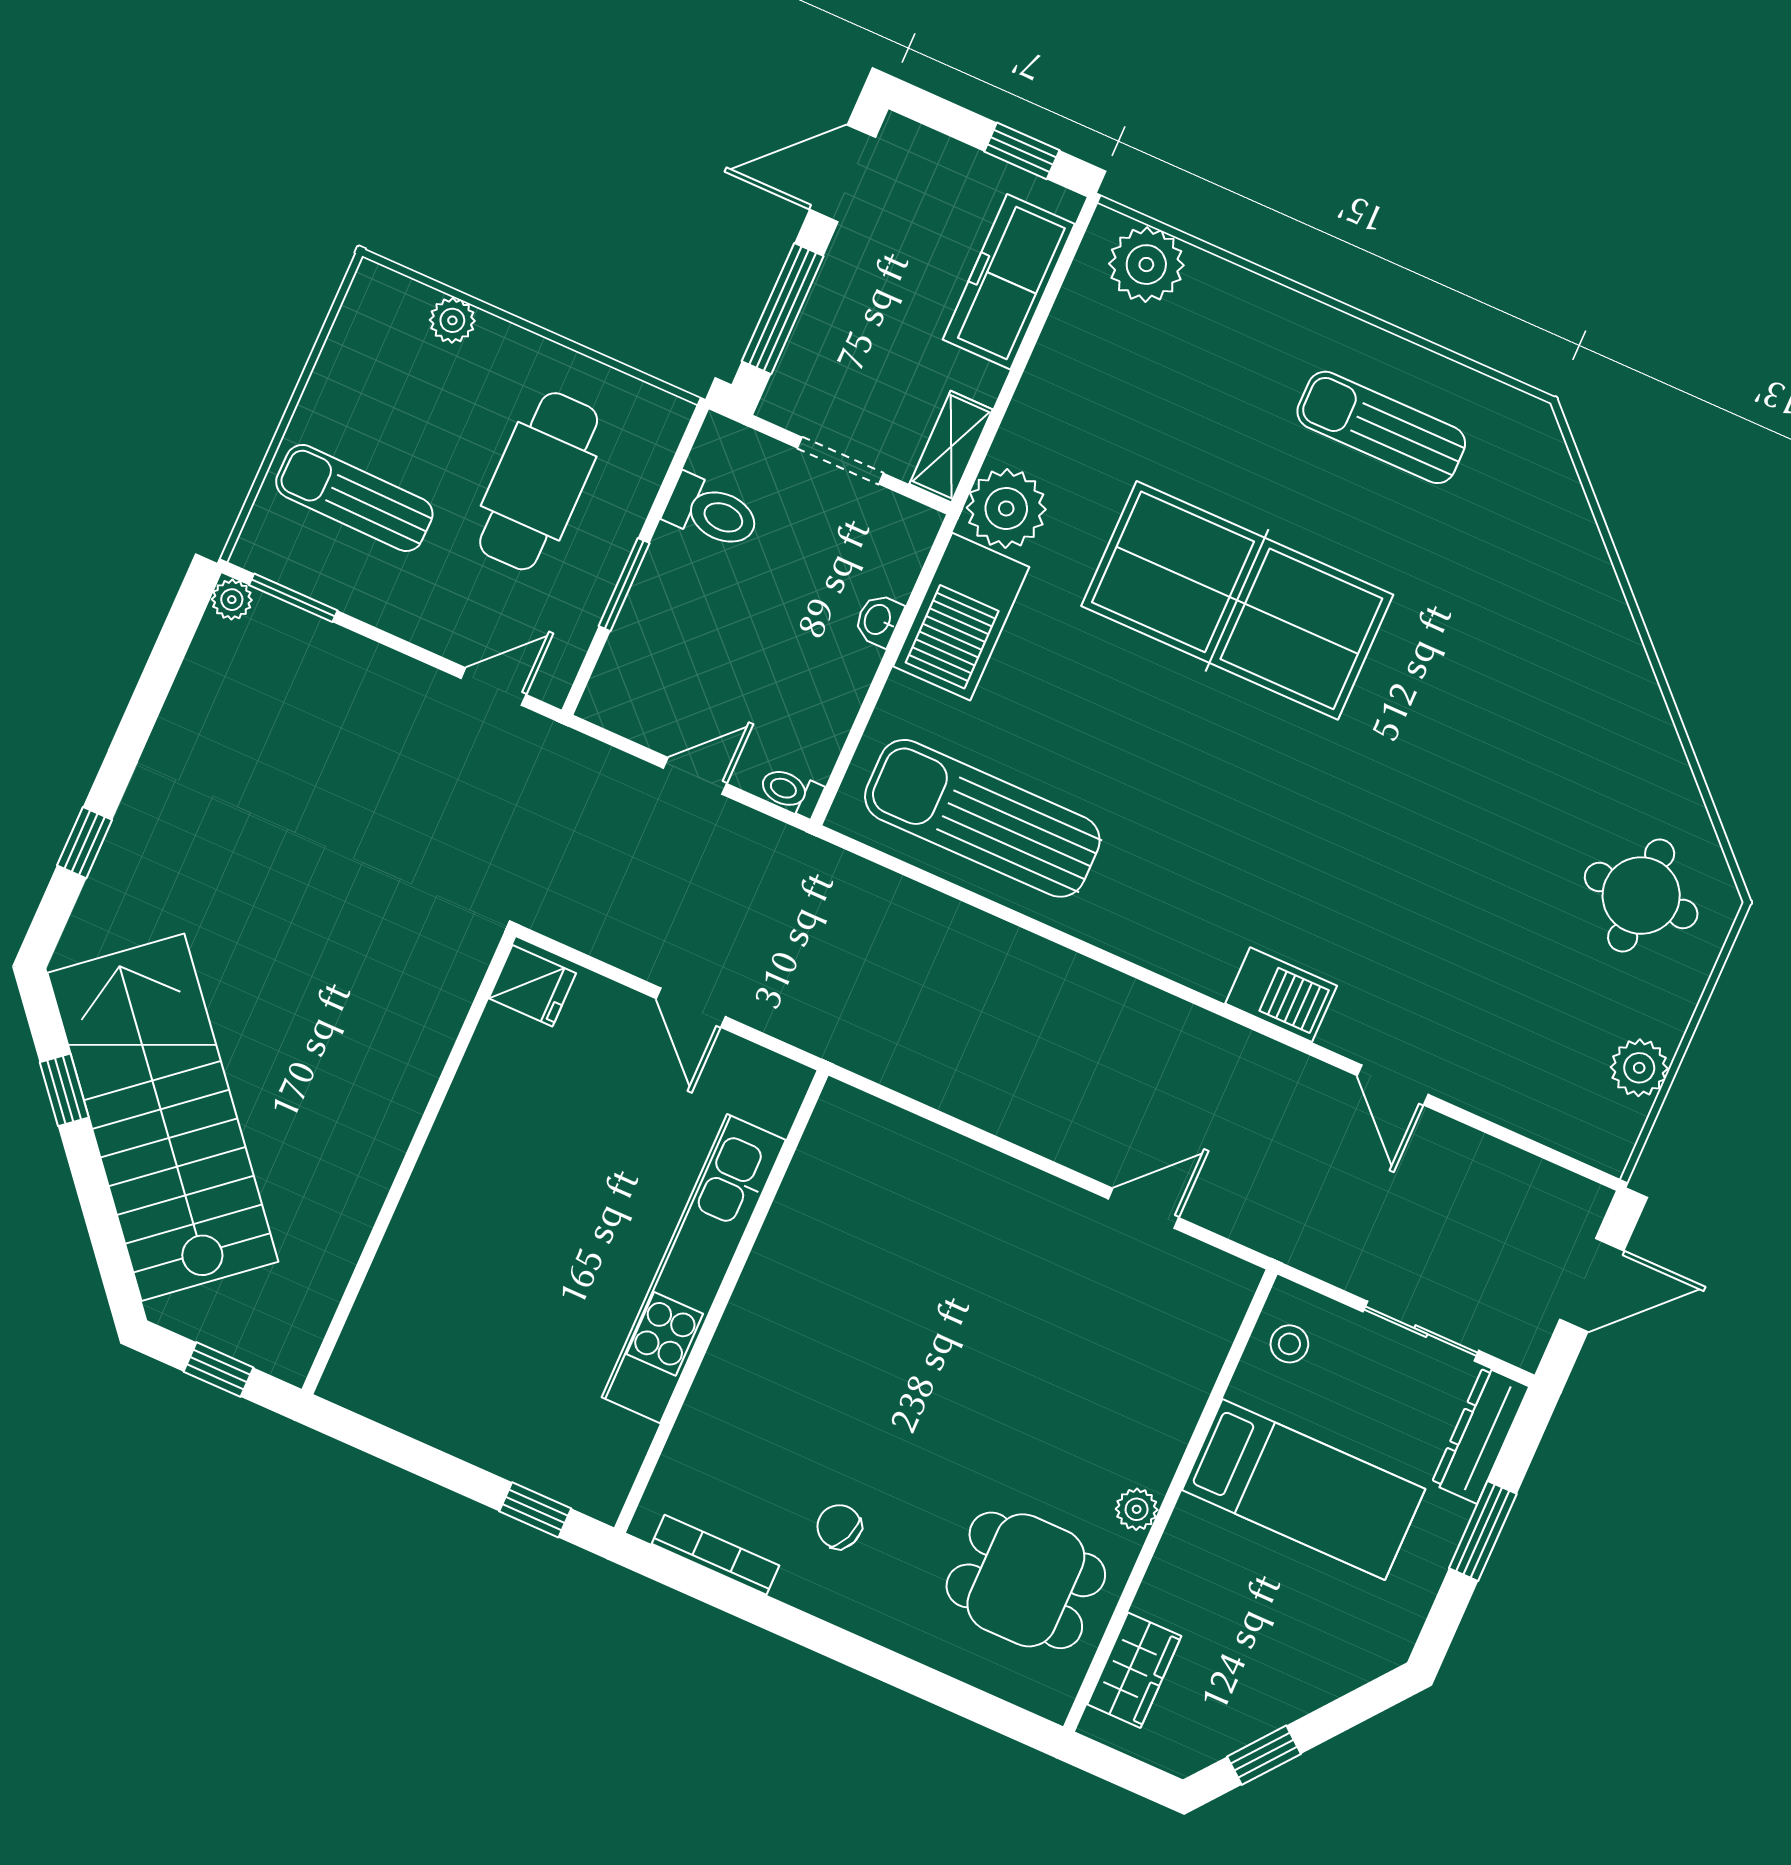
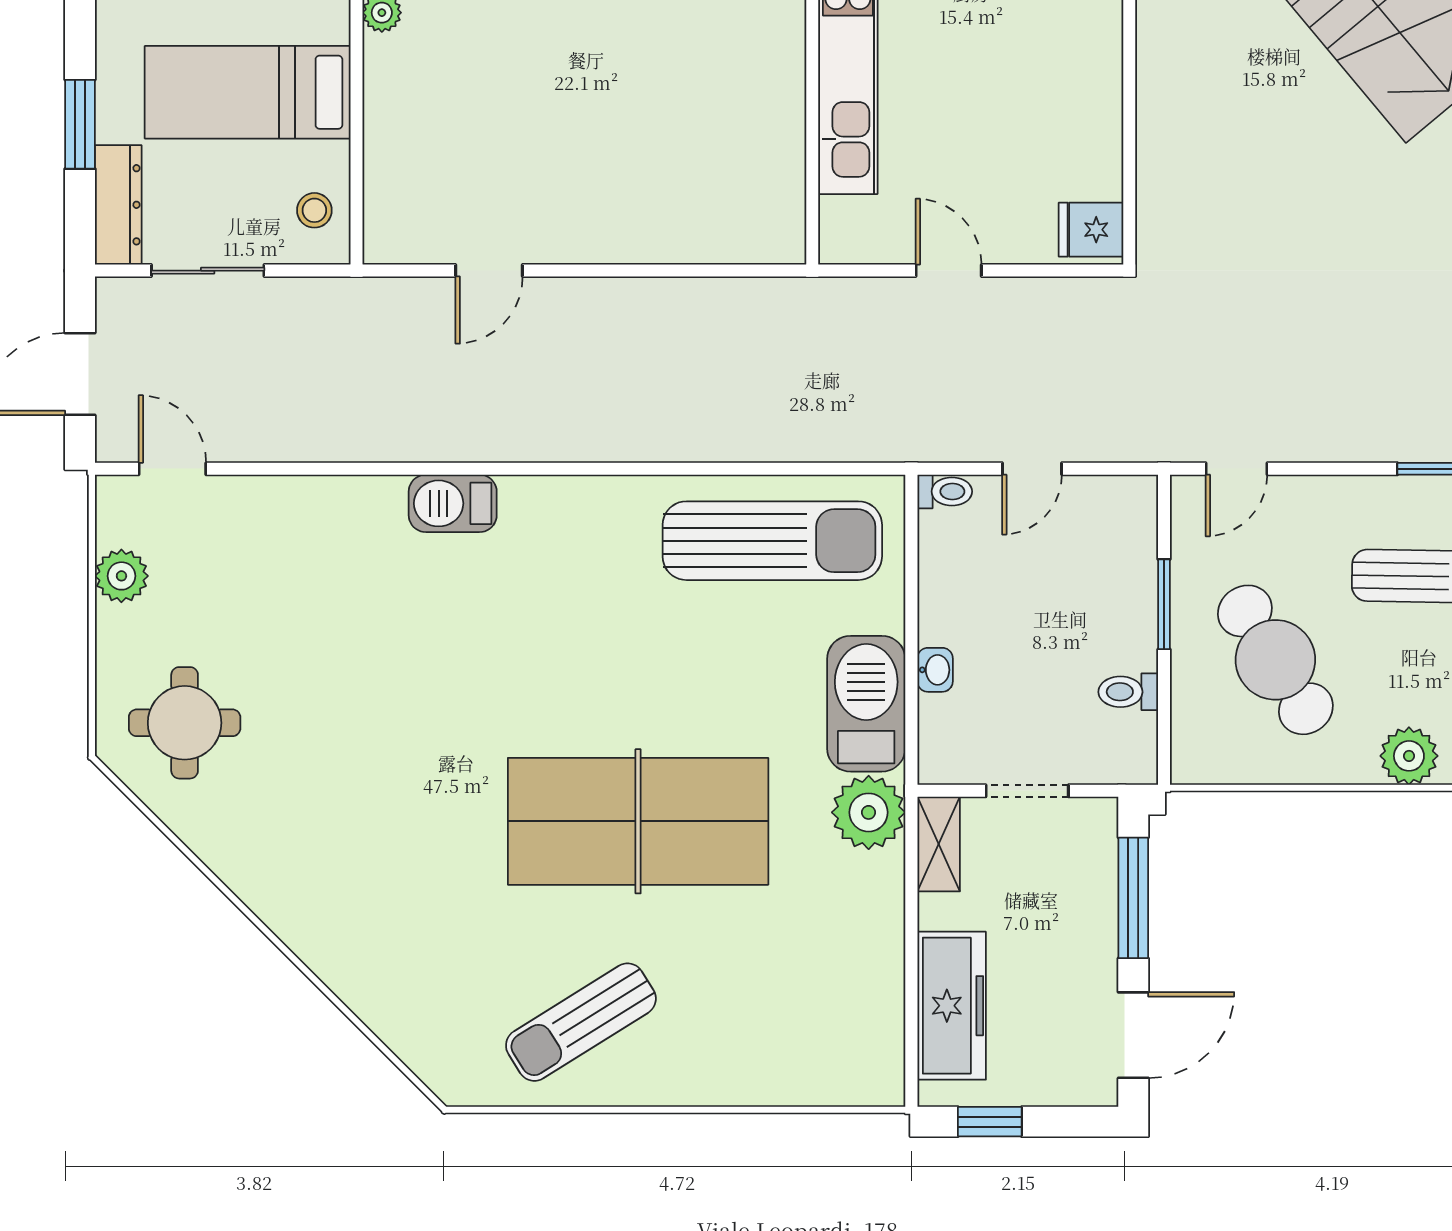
plant: (1146, 265) -> (841, 1072), removed
plant: (452, 320) -> (1409, 756), width x1.38, depth x1.38
sun lounger: (1381, 427) -> (581, 1022), turned 148
cafe table: (539, 481) -> (1275, 660), turned -32
toilet: (712, 512) -> (1128, 692), width x0.73, depth x0.72
door: (1393, 1085) -> (172, 469), moved

